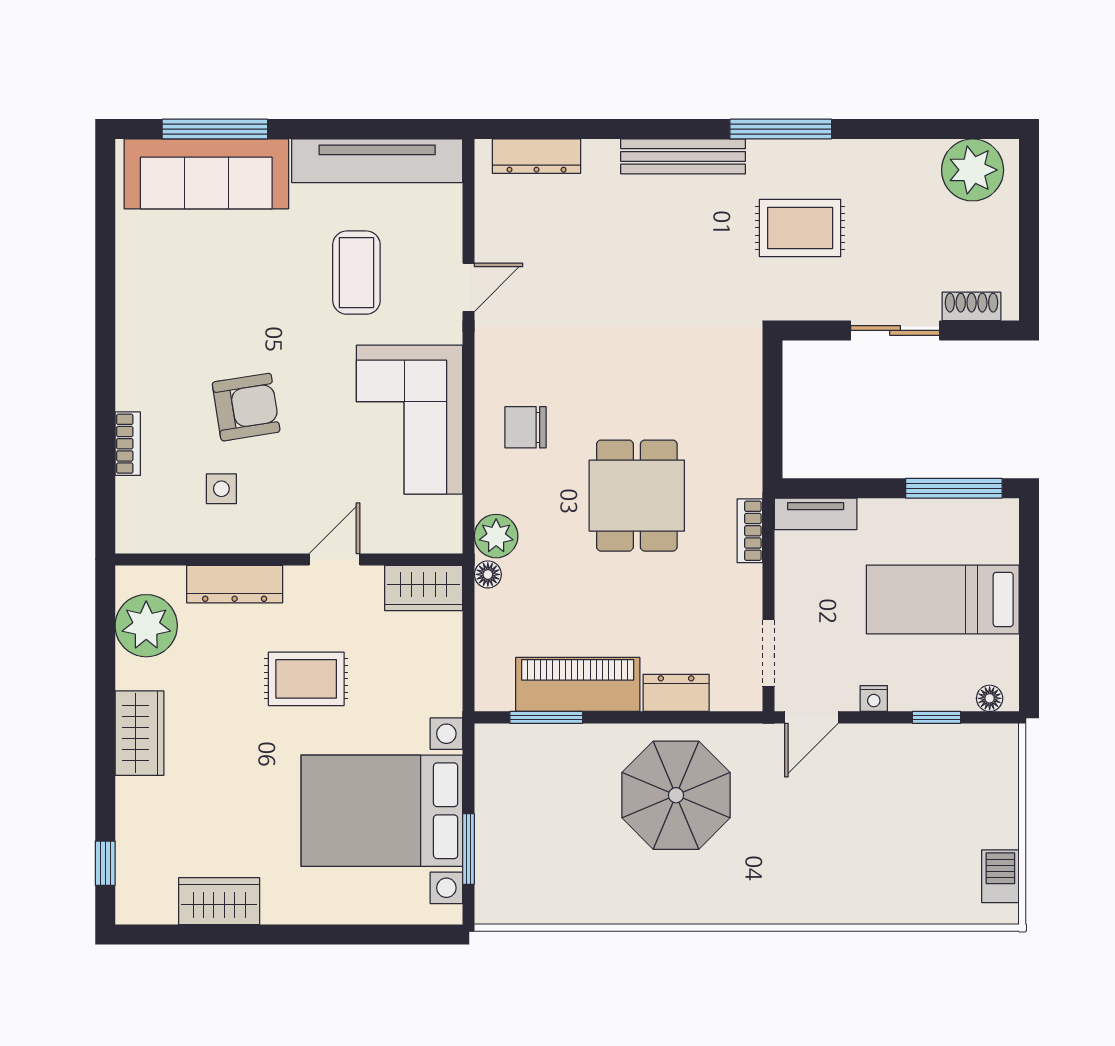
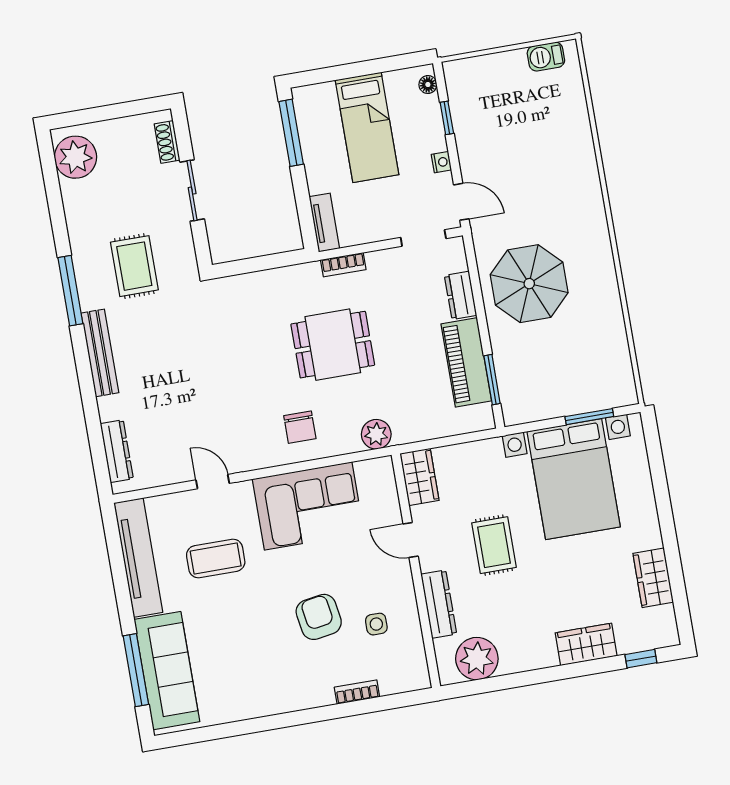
floor lamp: (488, 574) -> (403, 435), removed
wardrobe: (140, 733) -> (586, 644), moved

